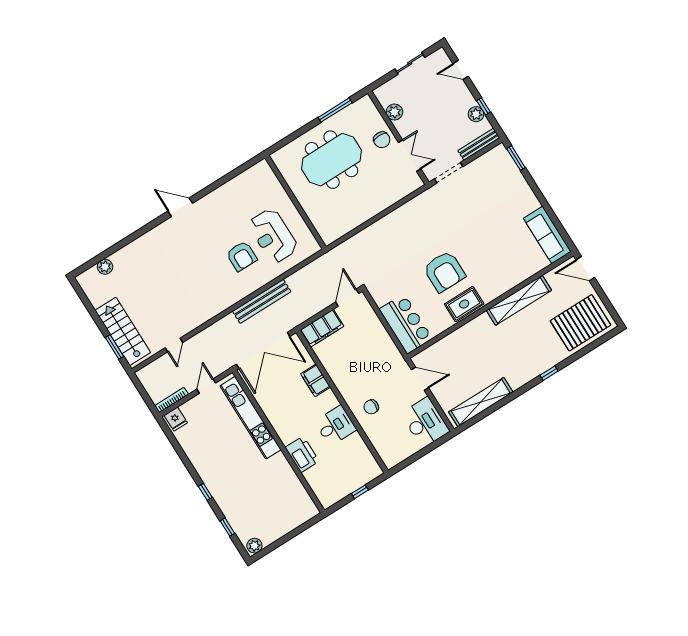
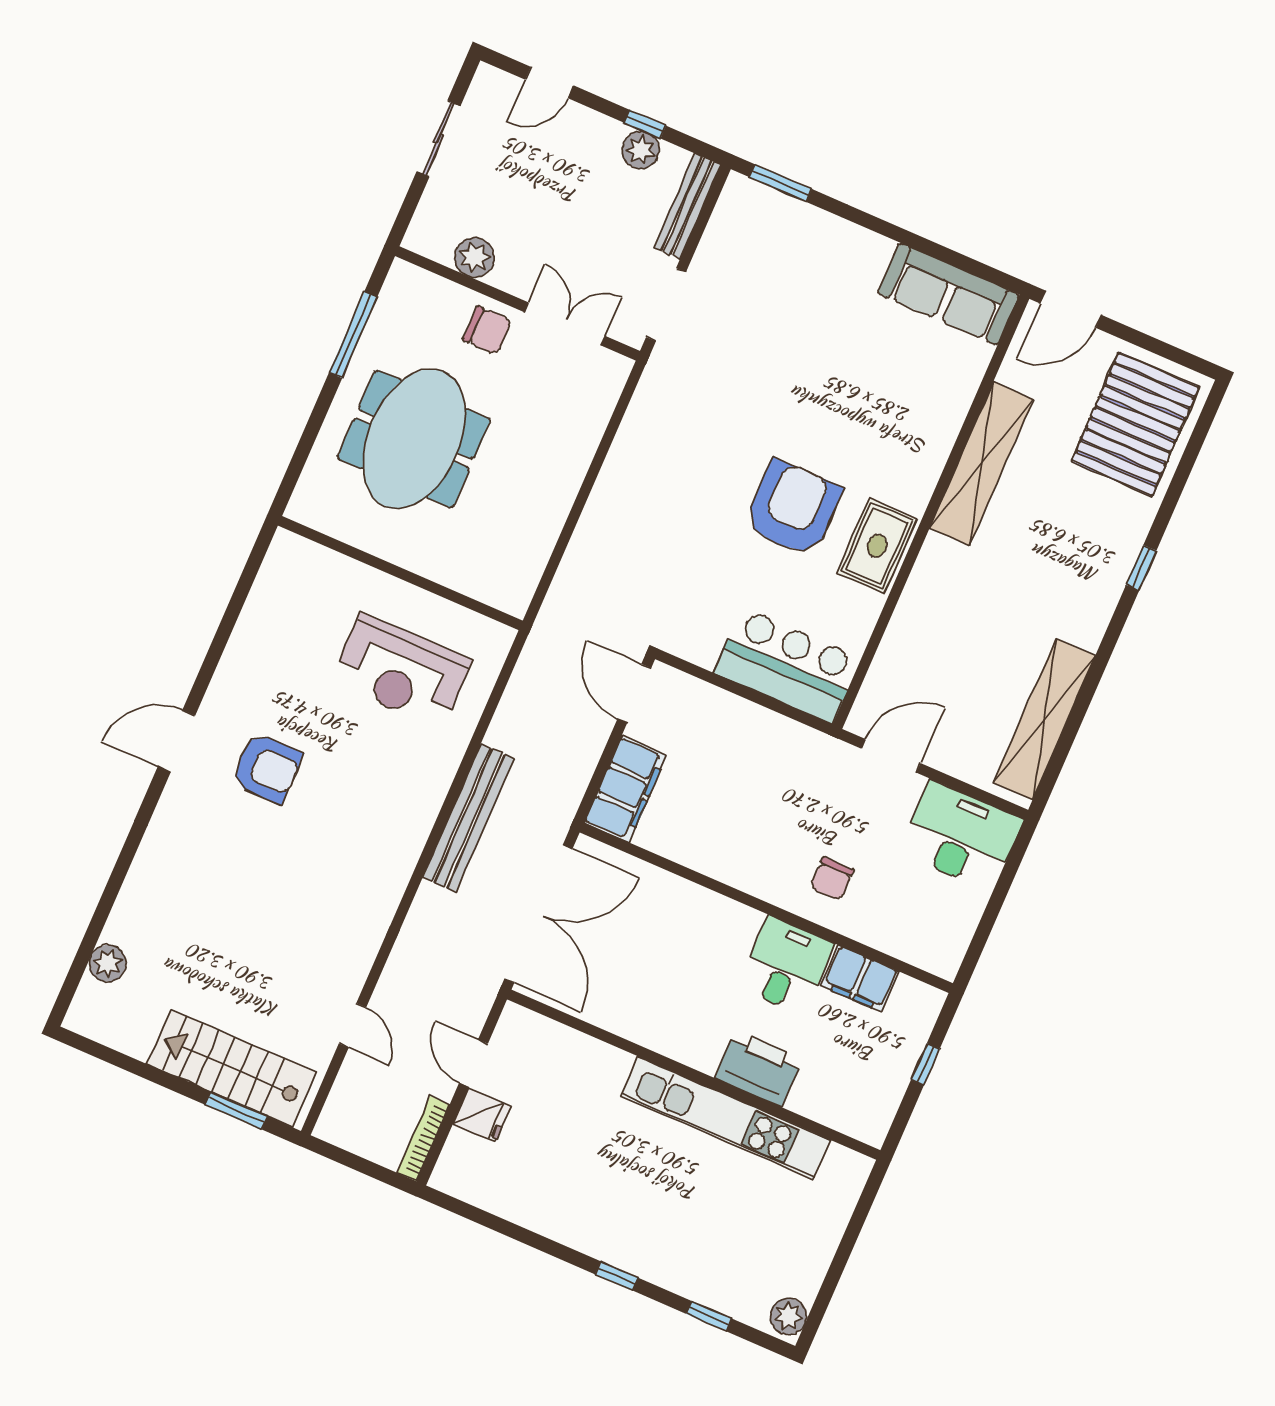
armchair: (242, 256) -> (267, 768), moved
armchair: (444, 272) -> (793, 508), turned -90
filing cabinet: (316, 380) -> (860, 979), moved
kitchen unit: (251, 418) -> (726, 1118), moved
fridge: (176, 419) -> (482, 1115), moved

